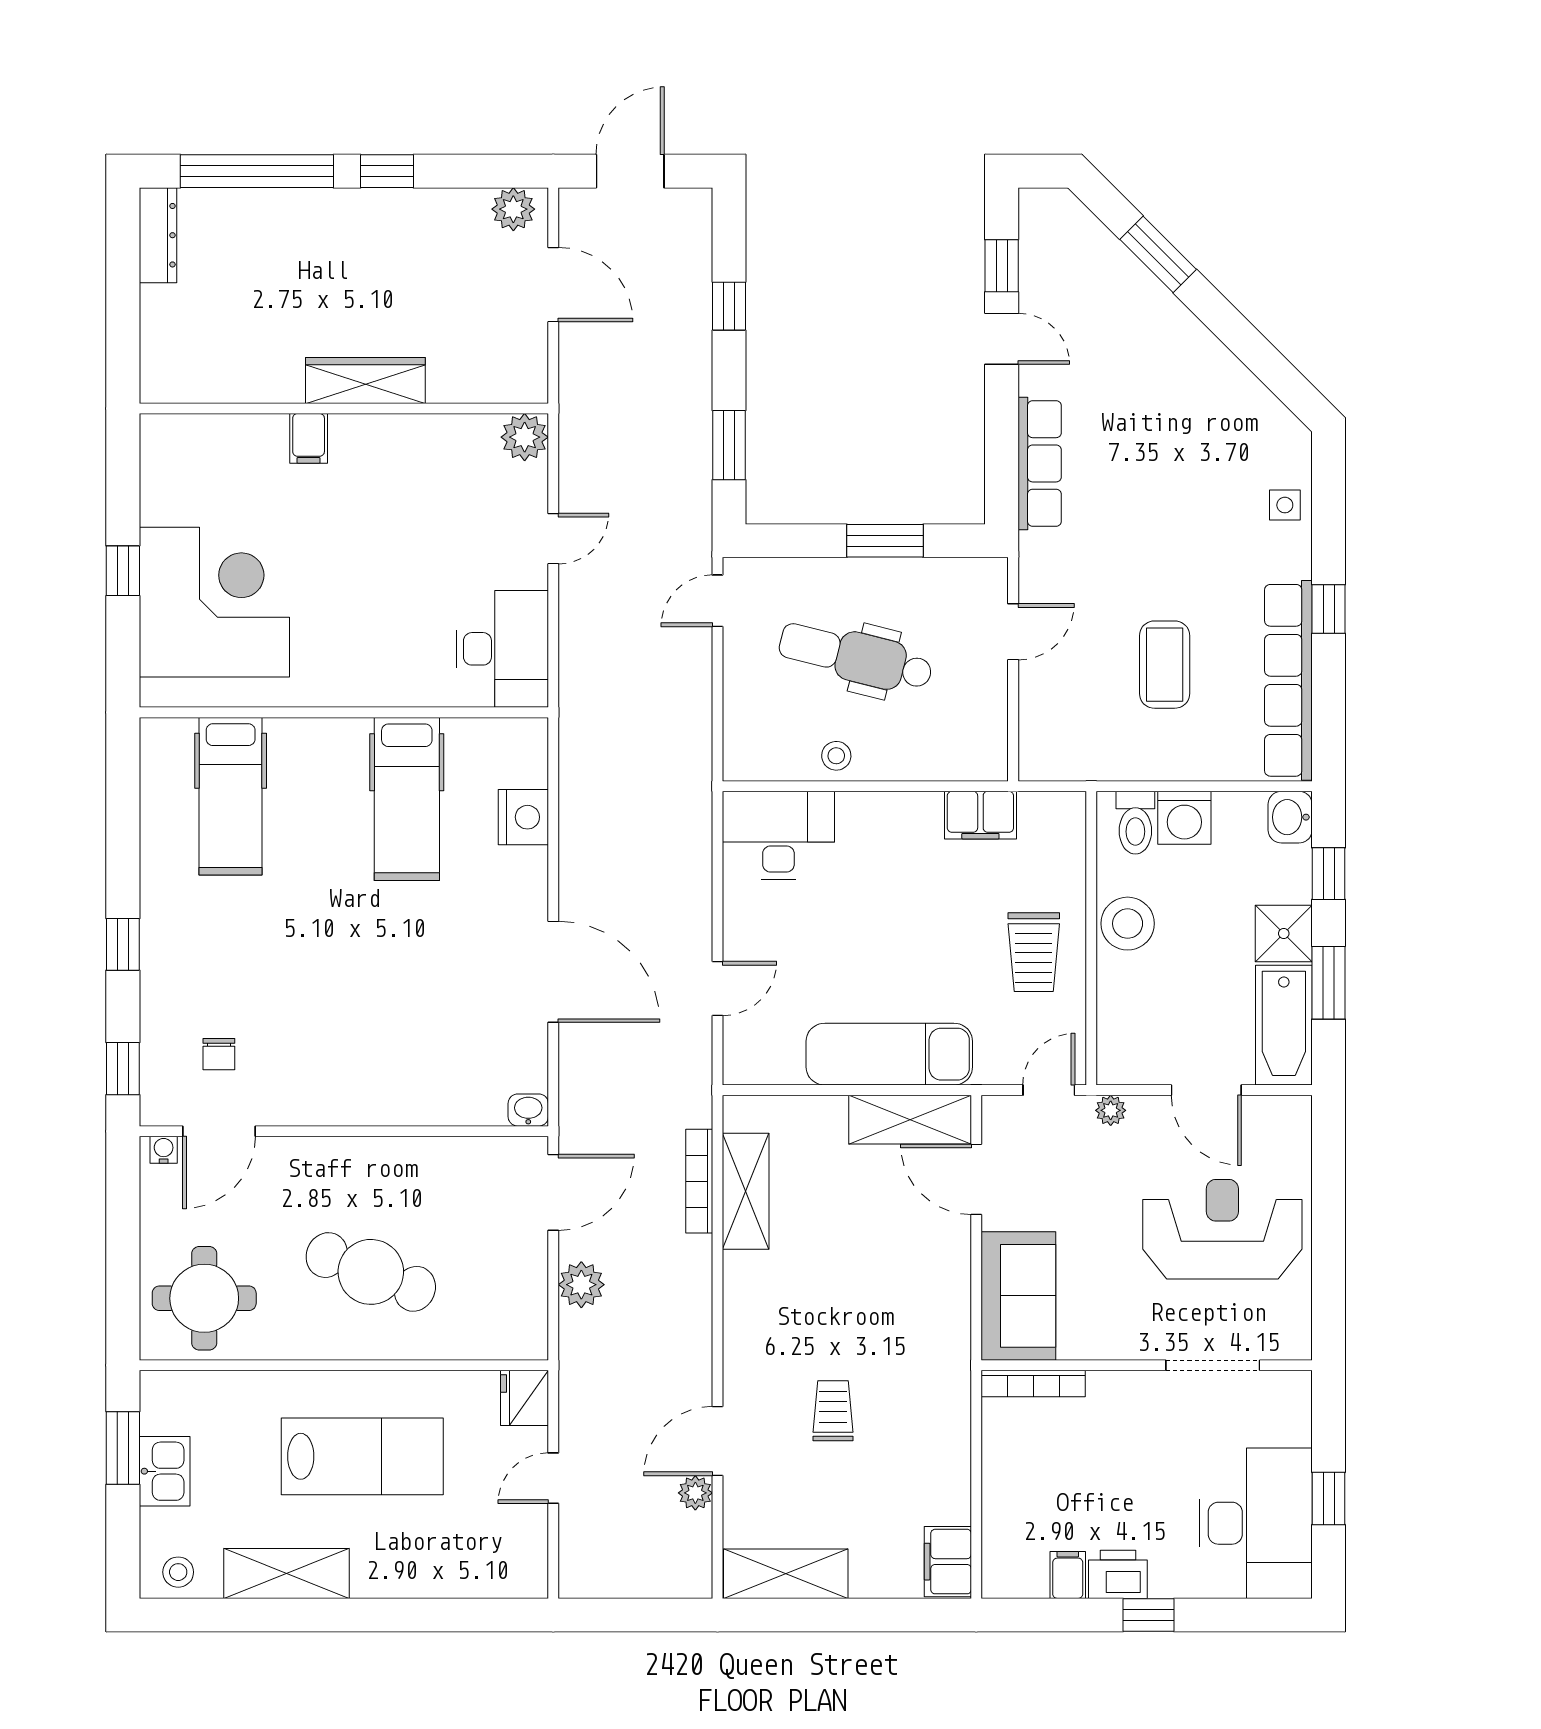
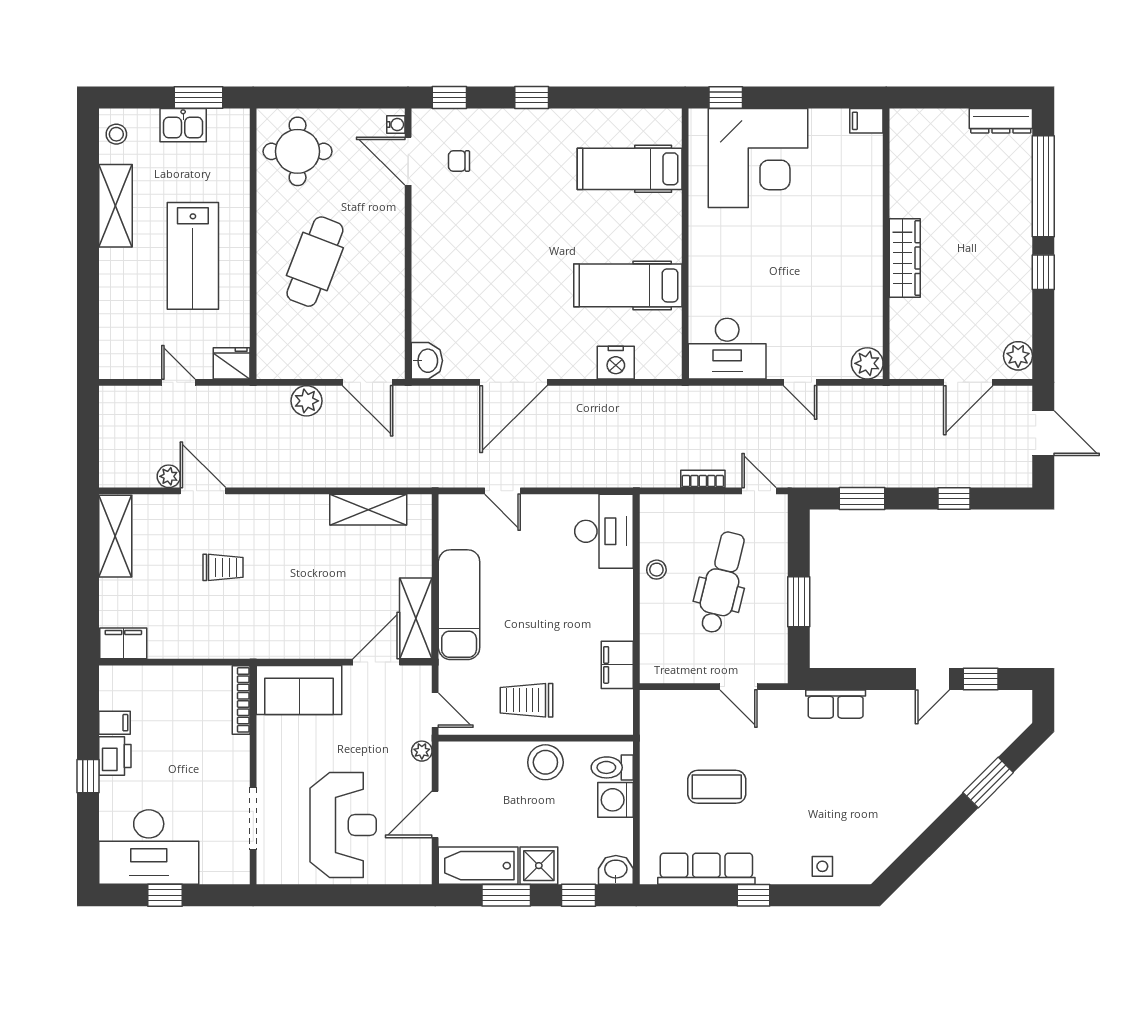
filing cabinet: (309, 438) -> (866, 121), moved
row of seats: (1040, 463) -> (836, 704), width x0.68
window: (123, 571) -> (726, 98), moved
row of seats: (1288, 680) -> (706, 869), width x0.73
washbasin: (528, 1110) -> (427, 361), width x1.38, depth x1.45
bookcase: (699, 1181) -> (703, 479), moved, width x0.64

